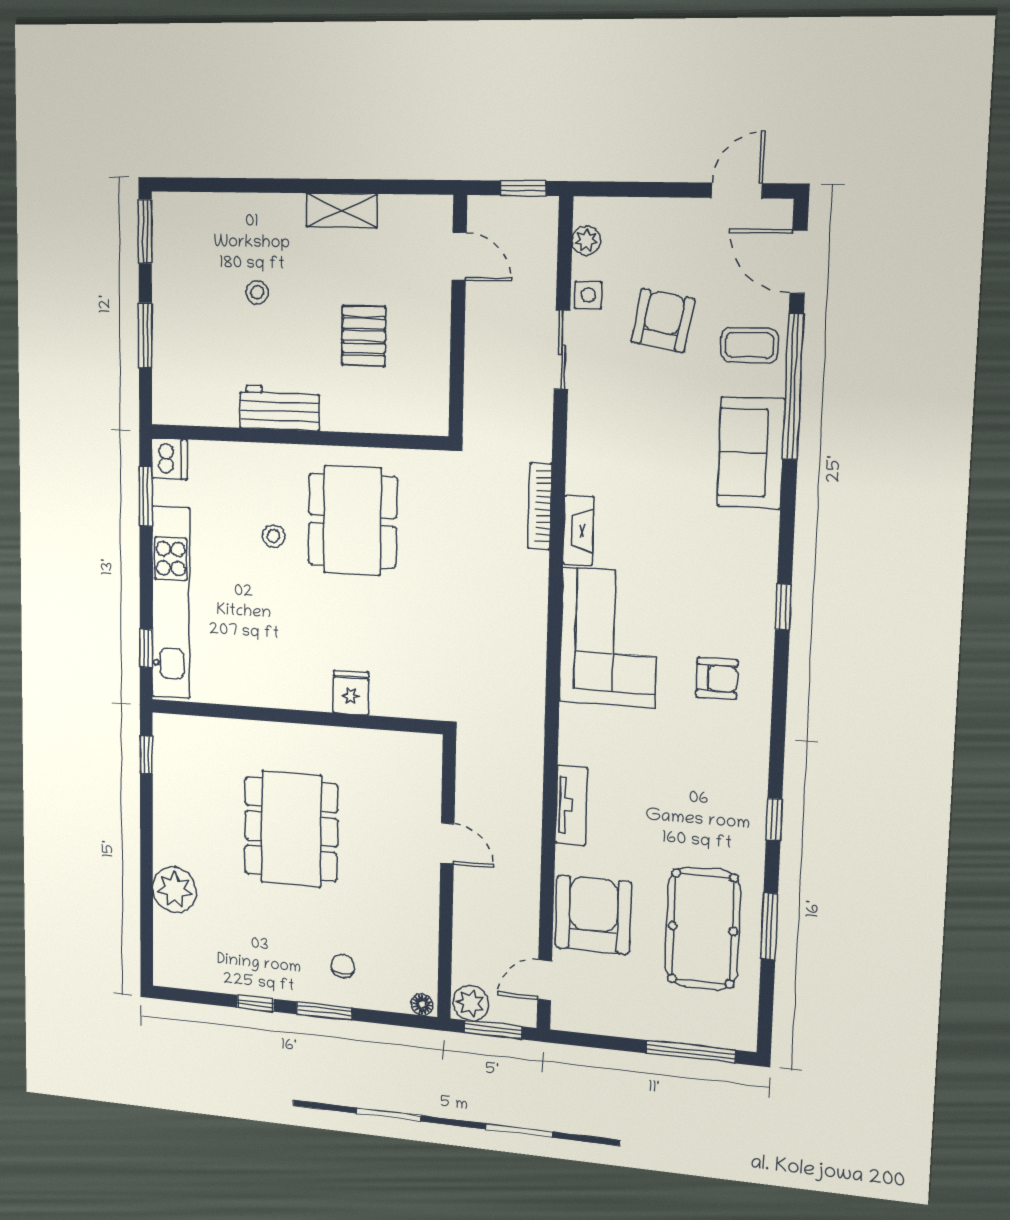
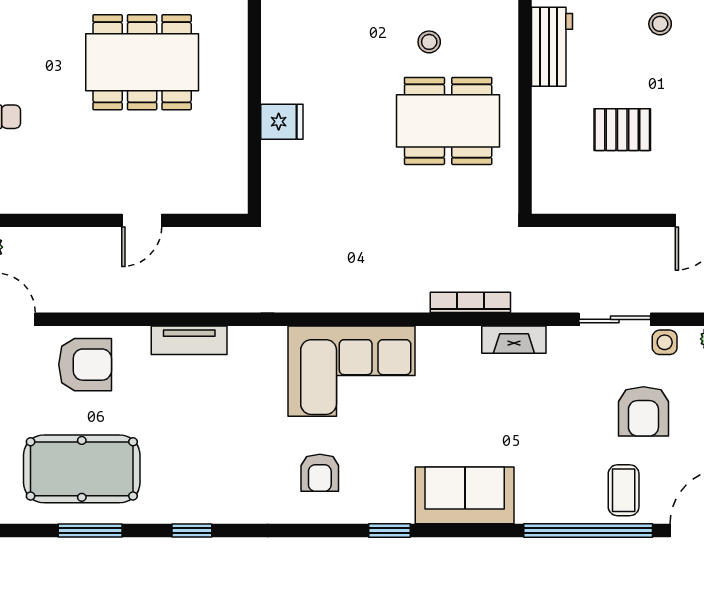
armchair: (663, 321) -> (643, 411), turned 80
sofa: (751, 453) -> (465, 495), moved
fireplace: (579, 530) -> (514, 340), moved
armchair: (593, 915) -> (85, 365), width x0.73, depth x0.73

